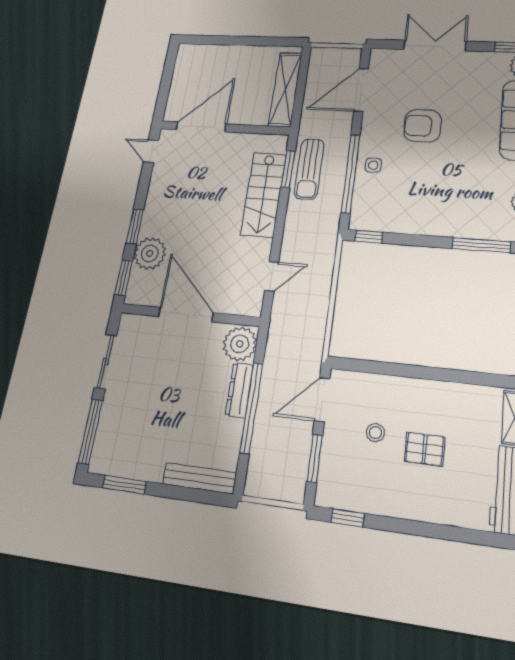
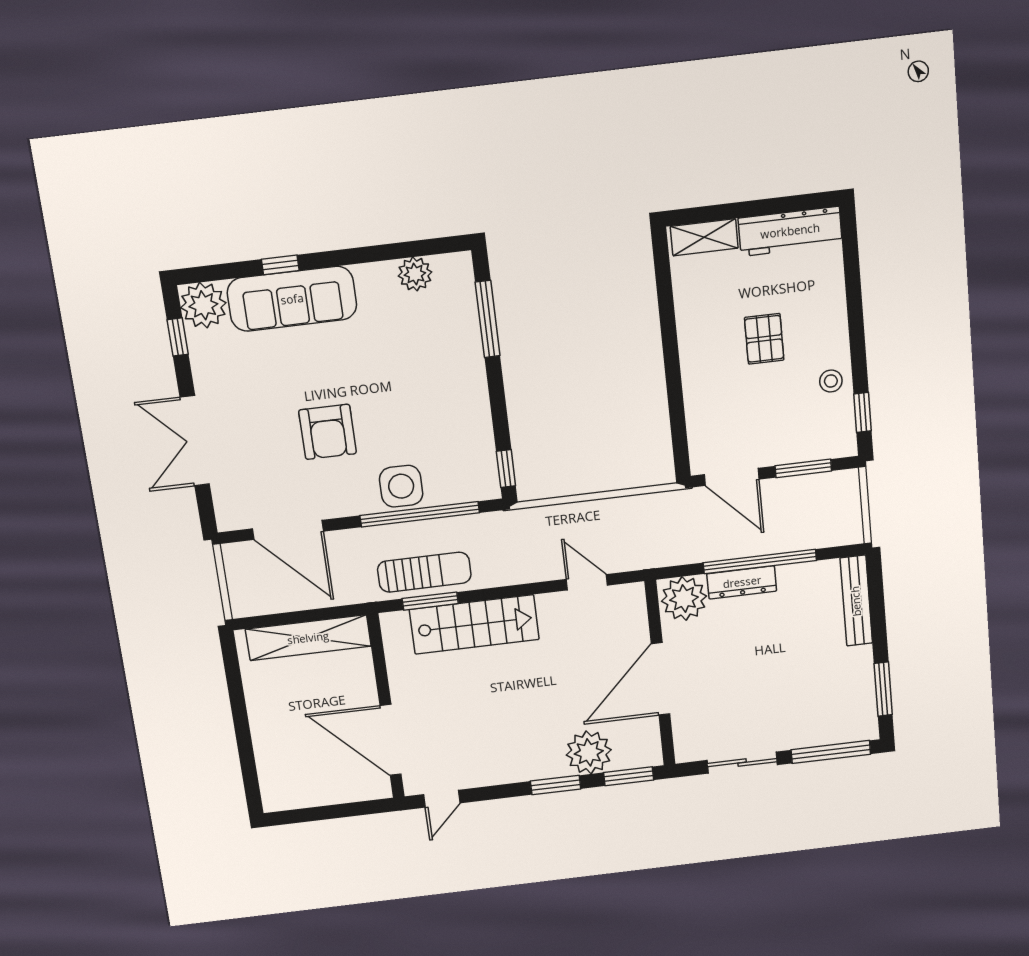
side table: (373, 165) -> (401, 486), width x1.87, depth x1.87
stool: (375, 433) -> (831, 381), moved

